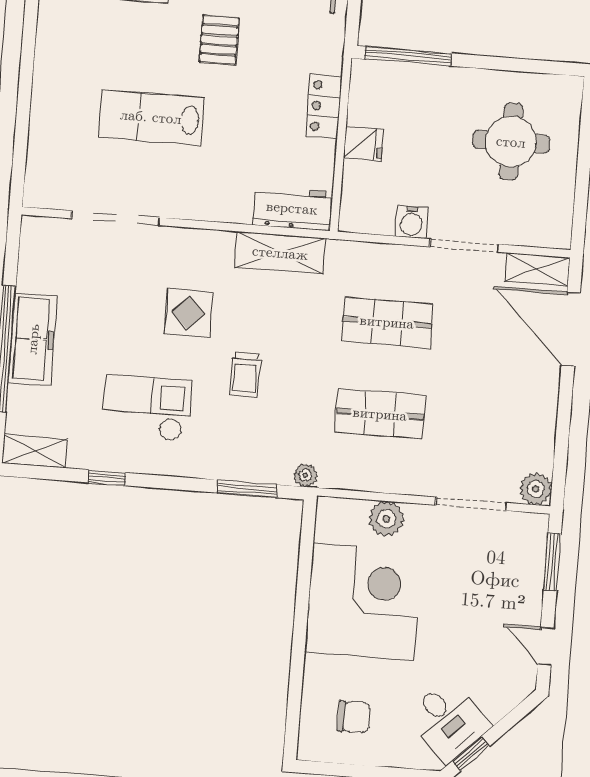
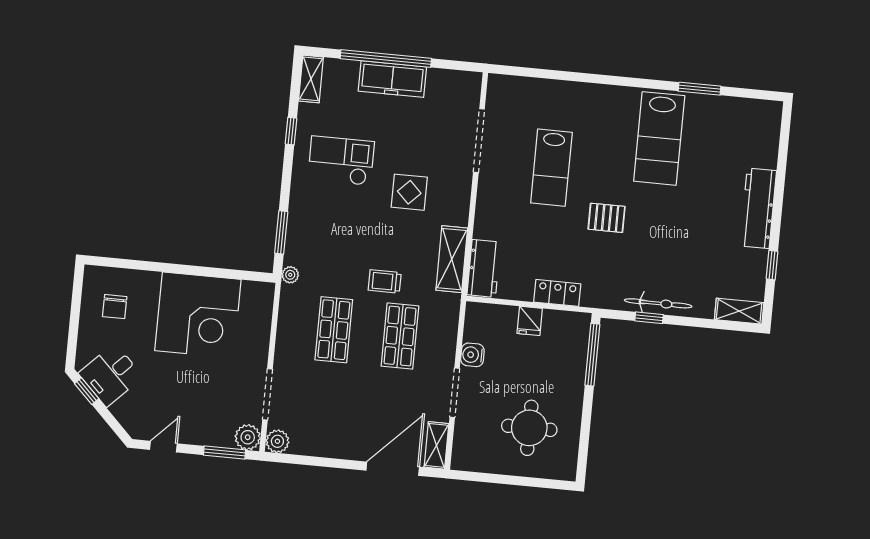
lab bench: (151, 117) -> (551, 168), turned 180
trolley: (245, 375) -> (385, 281), moved
checkout: (147, 408) -> (341, 161), turned -90
plant: (386, 519) -> (248, 437), moved

